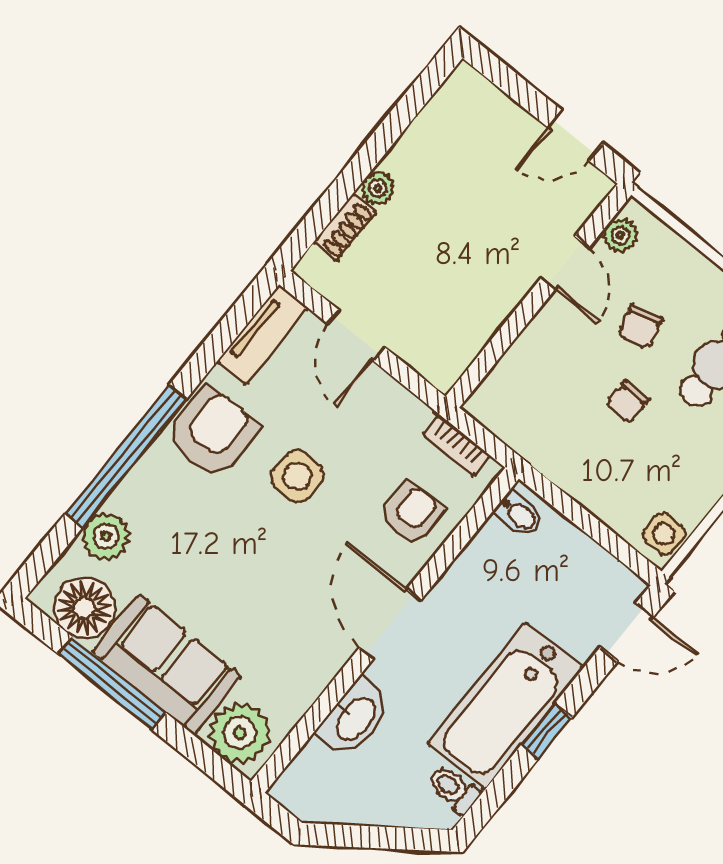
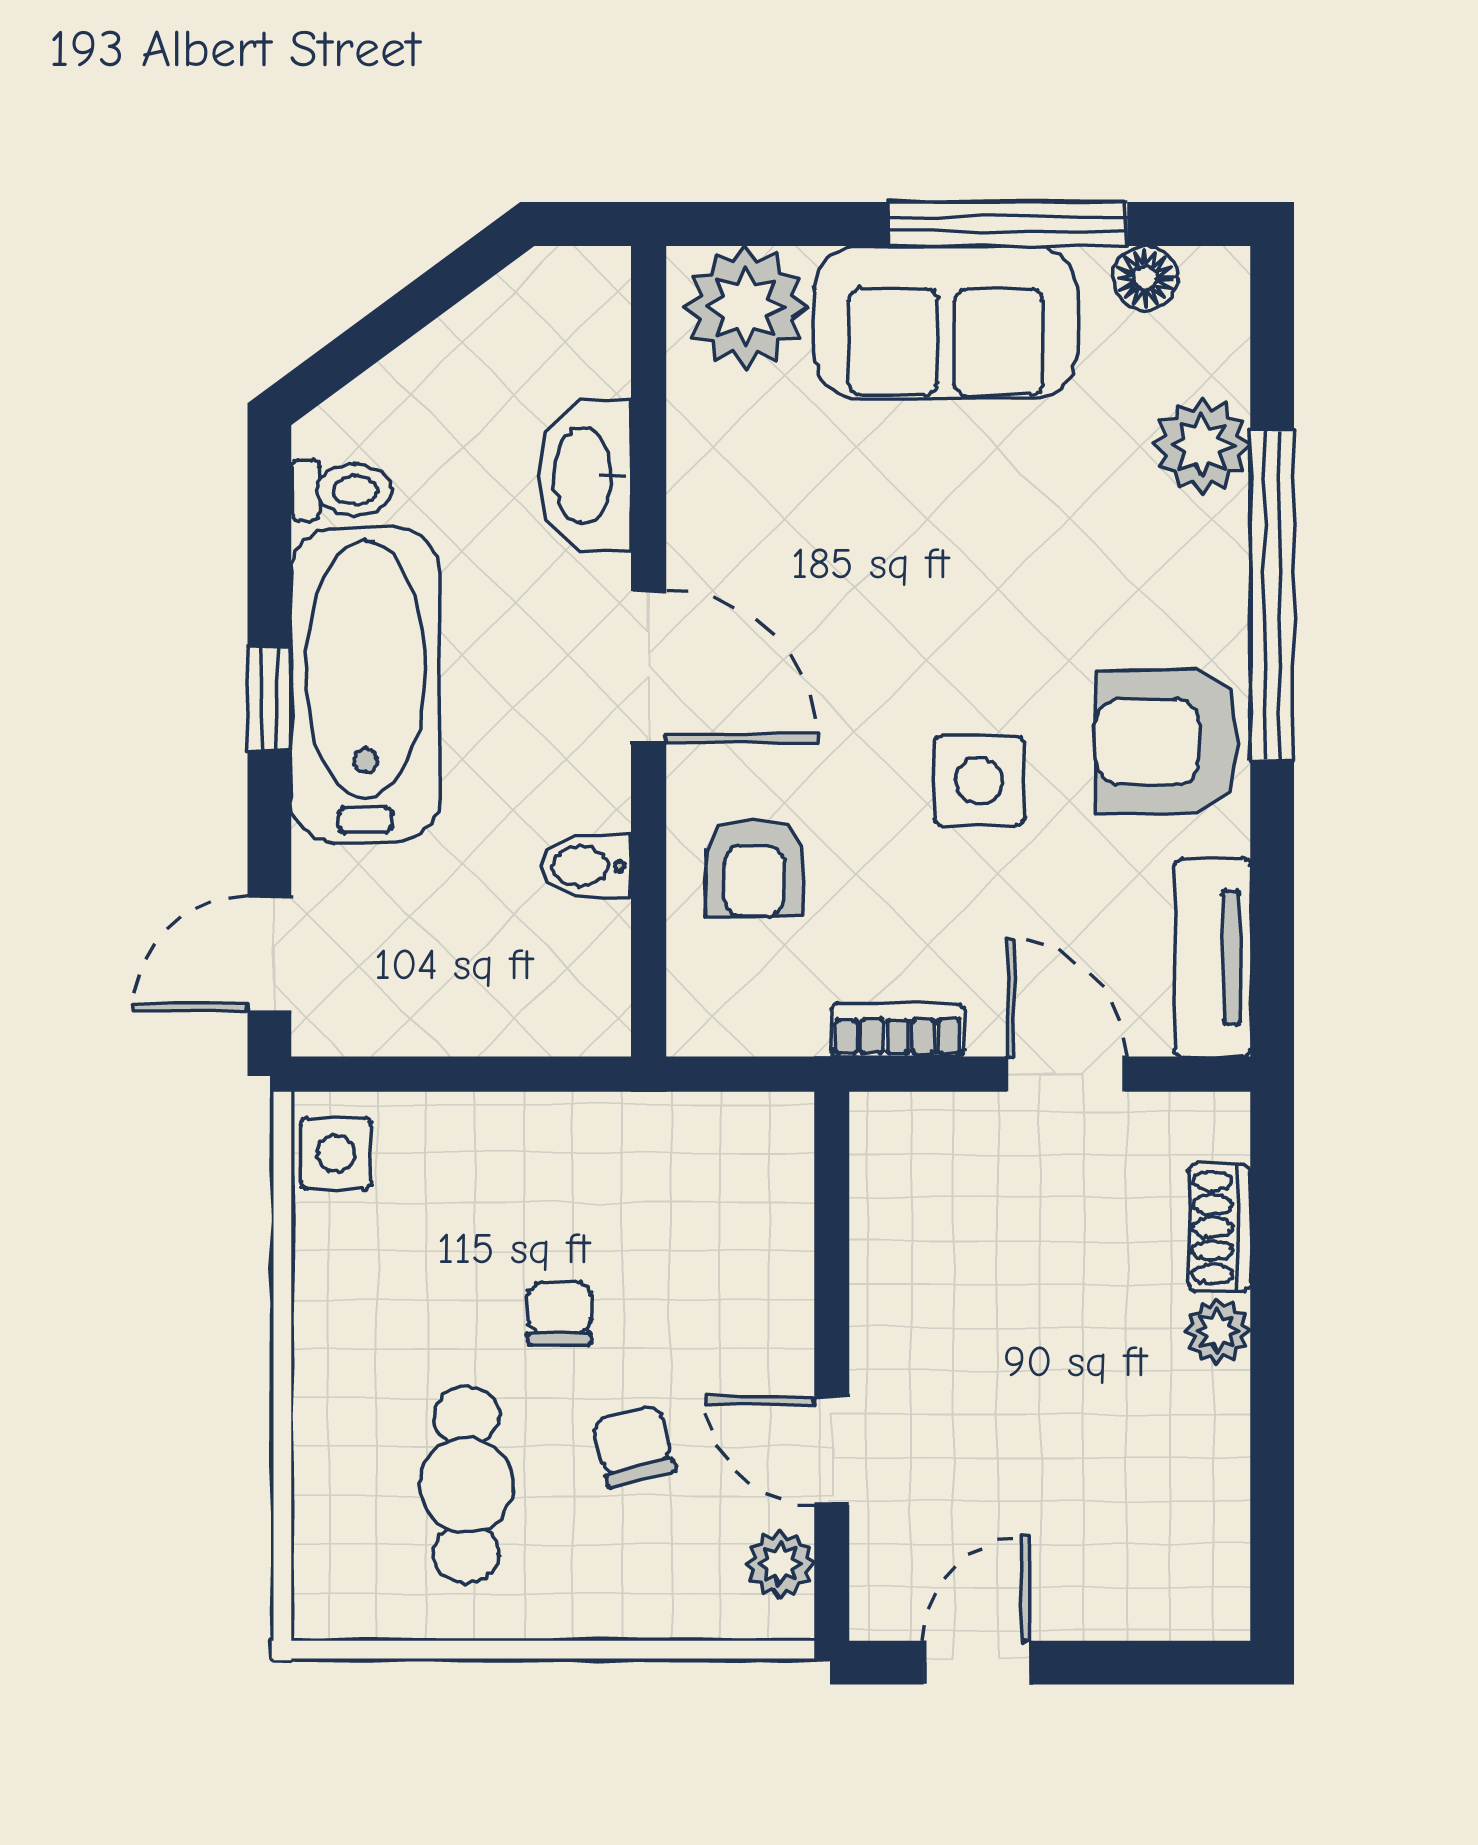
armchair: (212, 432) -> (1168, 742), turned 90
bookcase: (457, 445) -> (898, 1030), moved
bidet: (519, 514) -> (586, 866), moved
floor lamp: (84, 608) -> (1145, 278), width x0.53, depth x0.53

